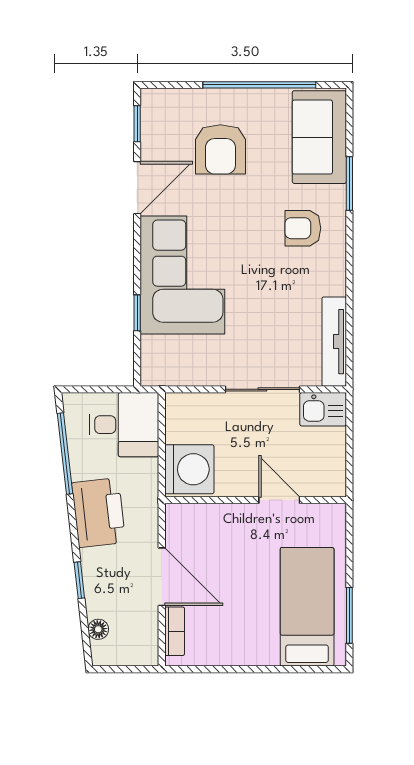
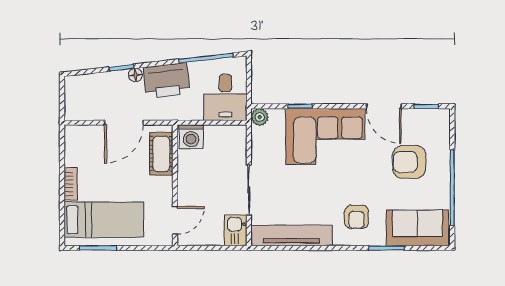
armchair: (303, 228) -> (357, 217), turned 180
tv unit: (334, 342) -> (292, 235), width x1.36, depth x1.29
plant: (153, 373) -> (260, 117), added
washing machine: (189, 469) -> (191, 137), width x0.73, depth x0.73
door: (279, 500) -> (175, 220), moved
cot: (208, 521) -> (161, 154), added
floor lamp: (98, 629) -> (135, 75), moved
bookcase: (175, 631) -> (71, 184), moved, turned -90

